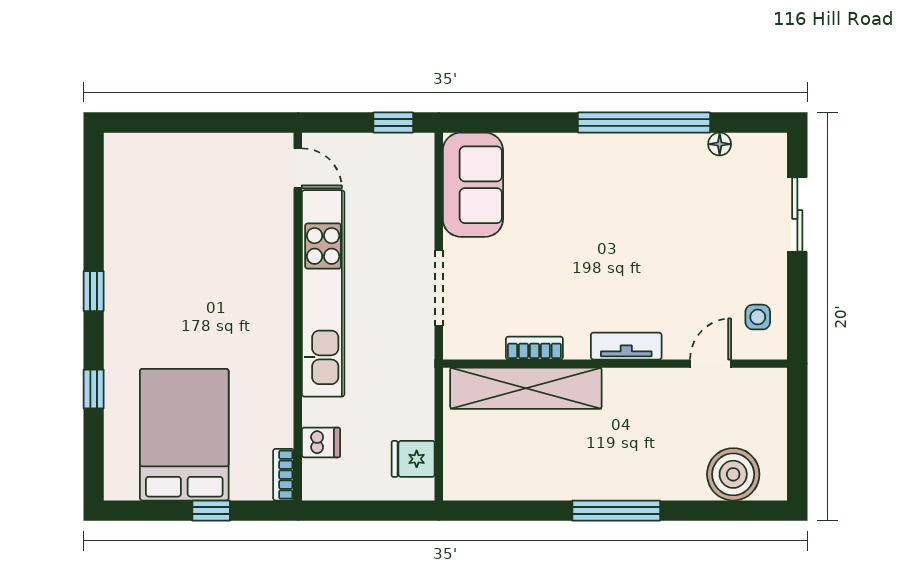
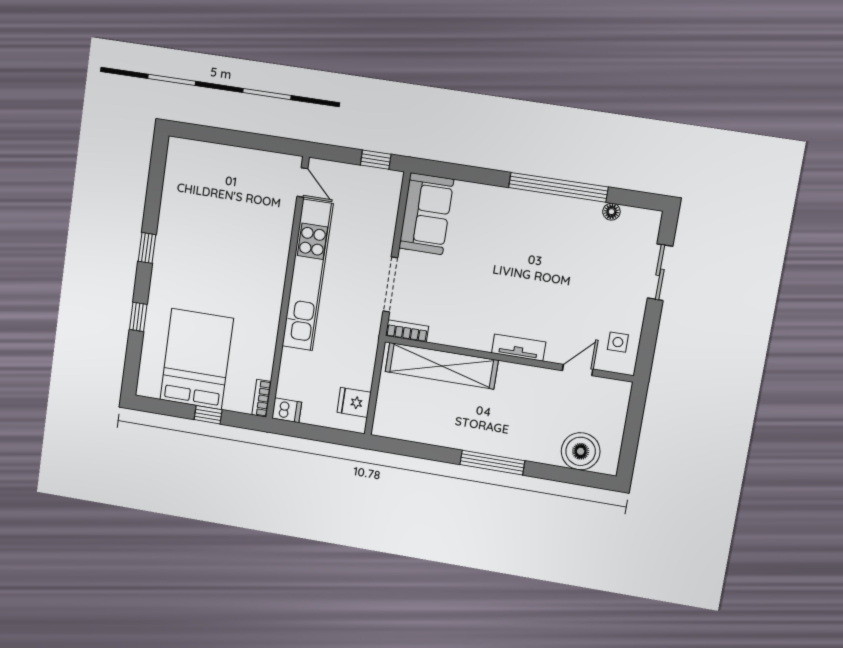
bookcase: (534, 348) -> (407, 331), moved
dishwasher: (321, 442) -> (287, 410), moved

